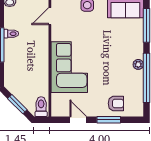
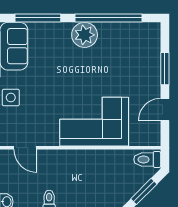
plant: (138, 64) -> (85, 35), width x1.87, depth x1.87
armchair: (116, 103) -> (143, 59), removed

